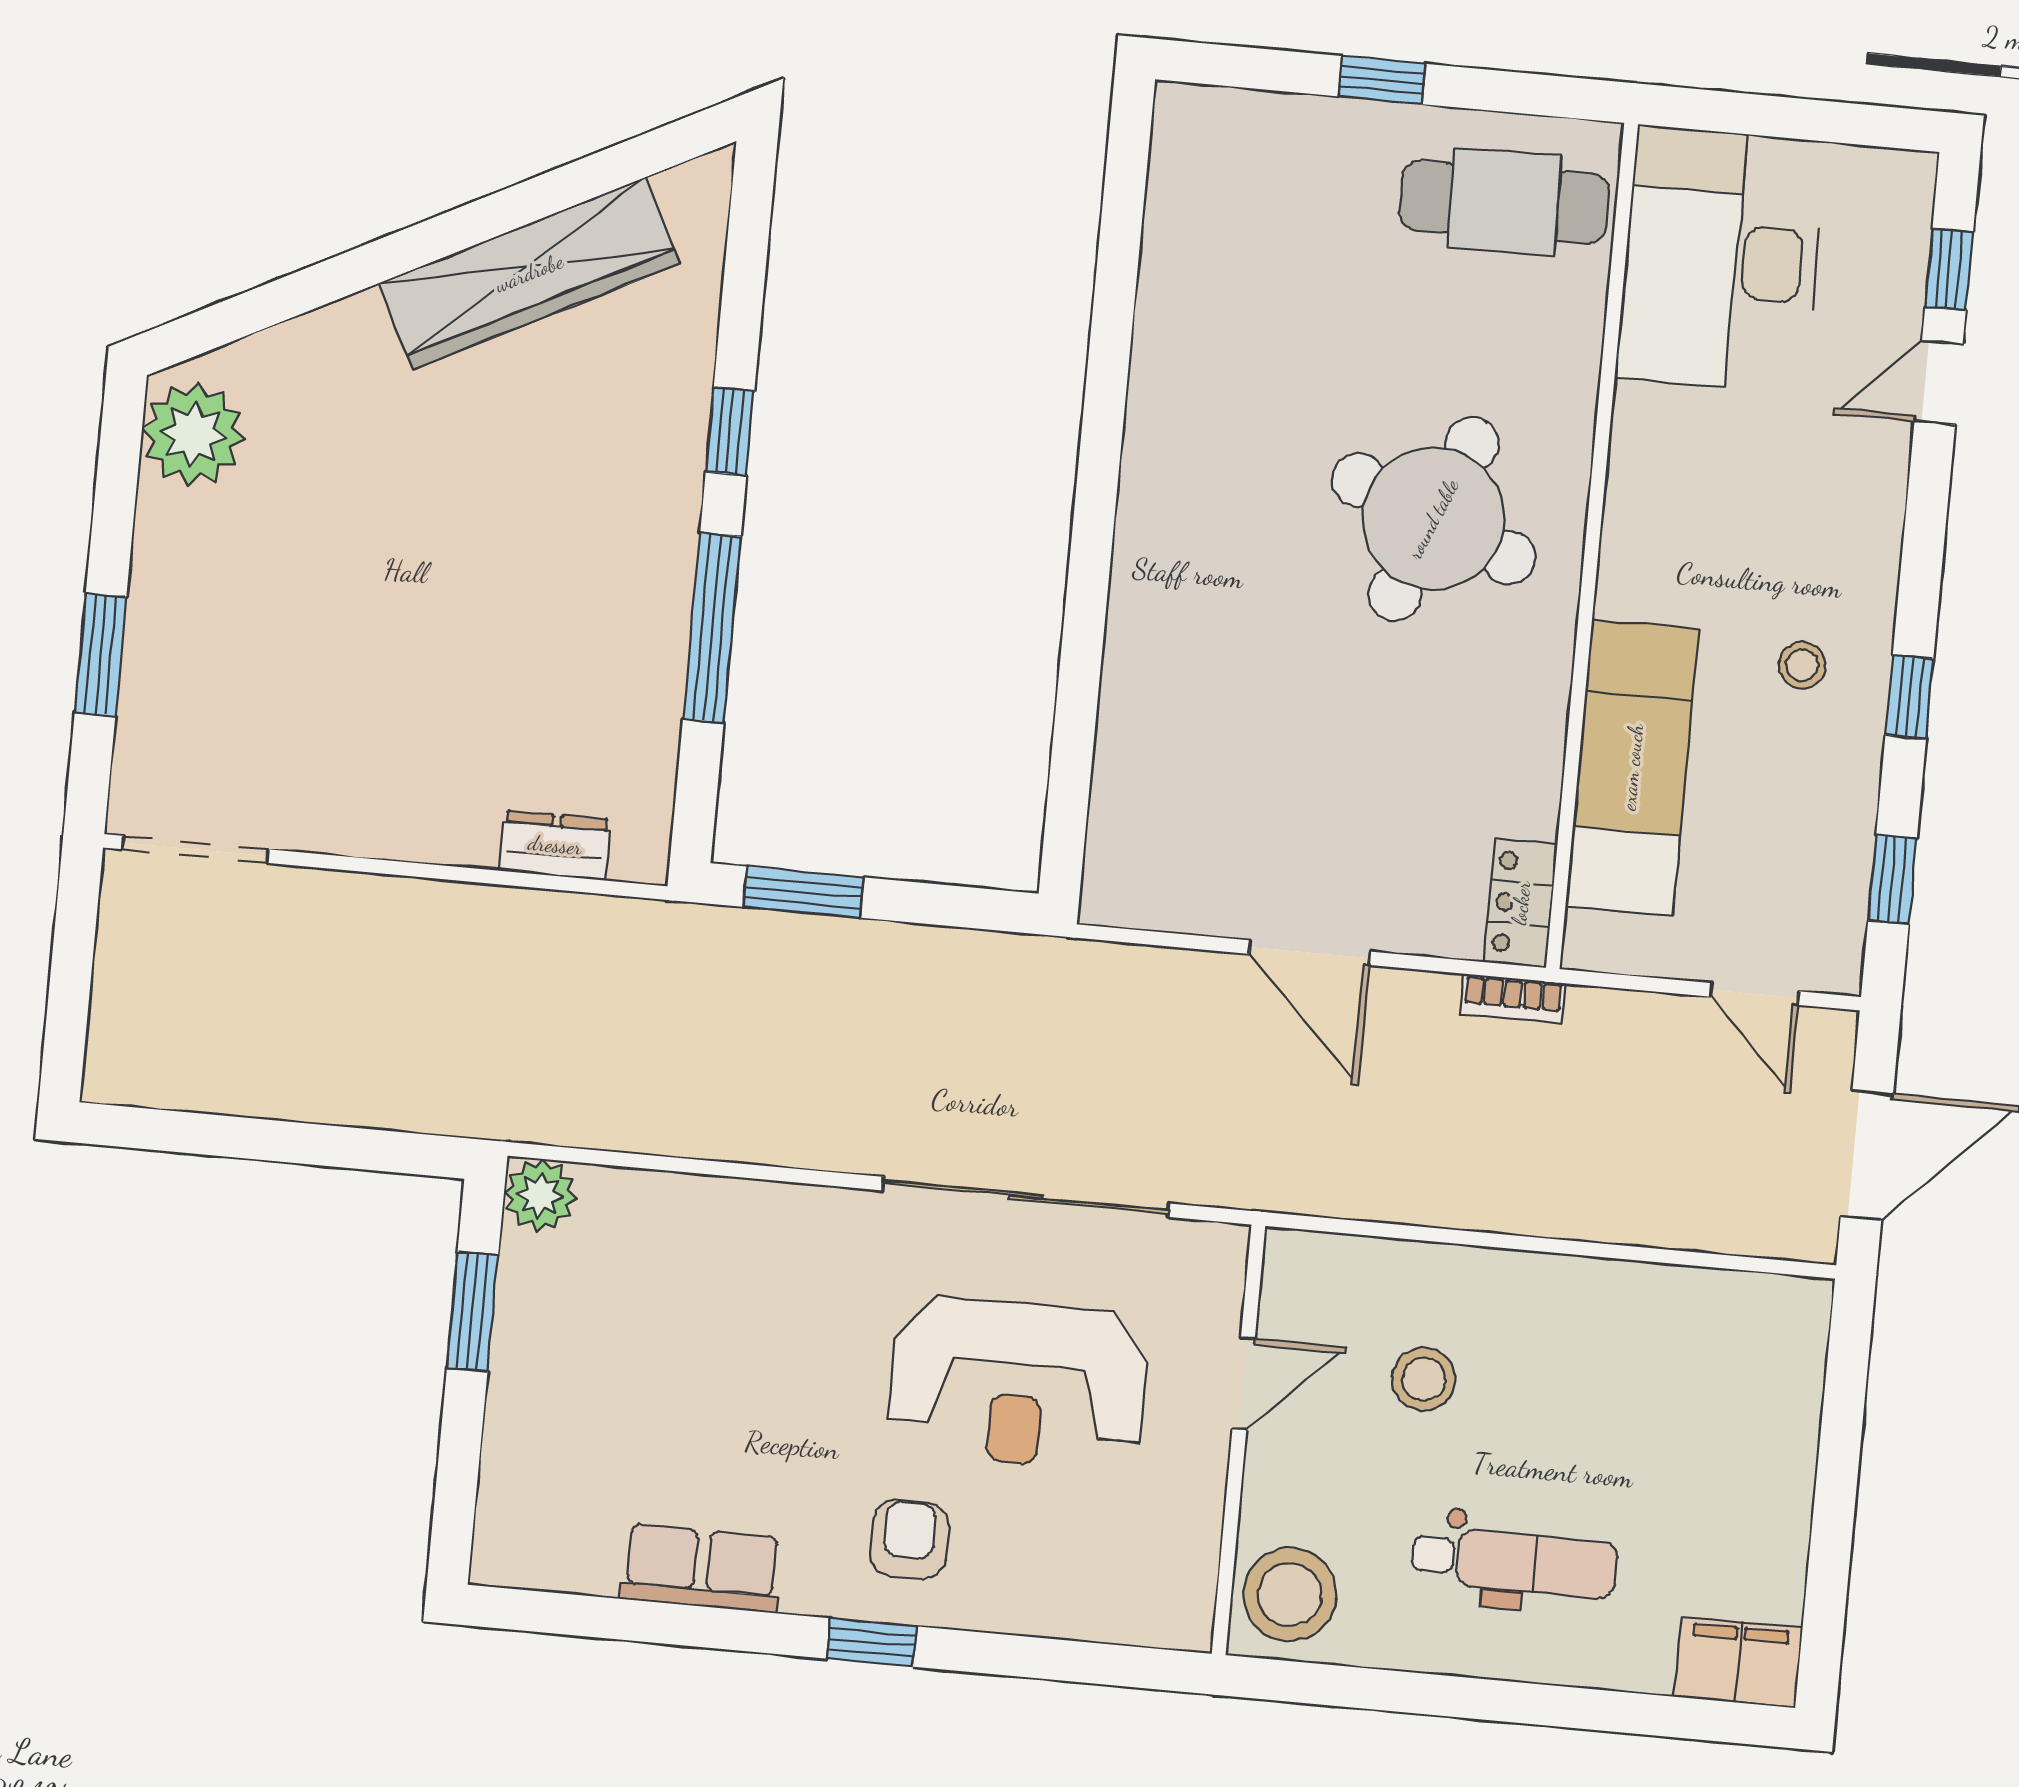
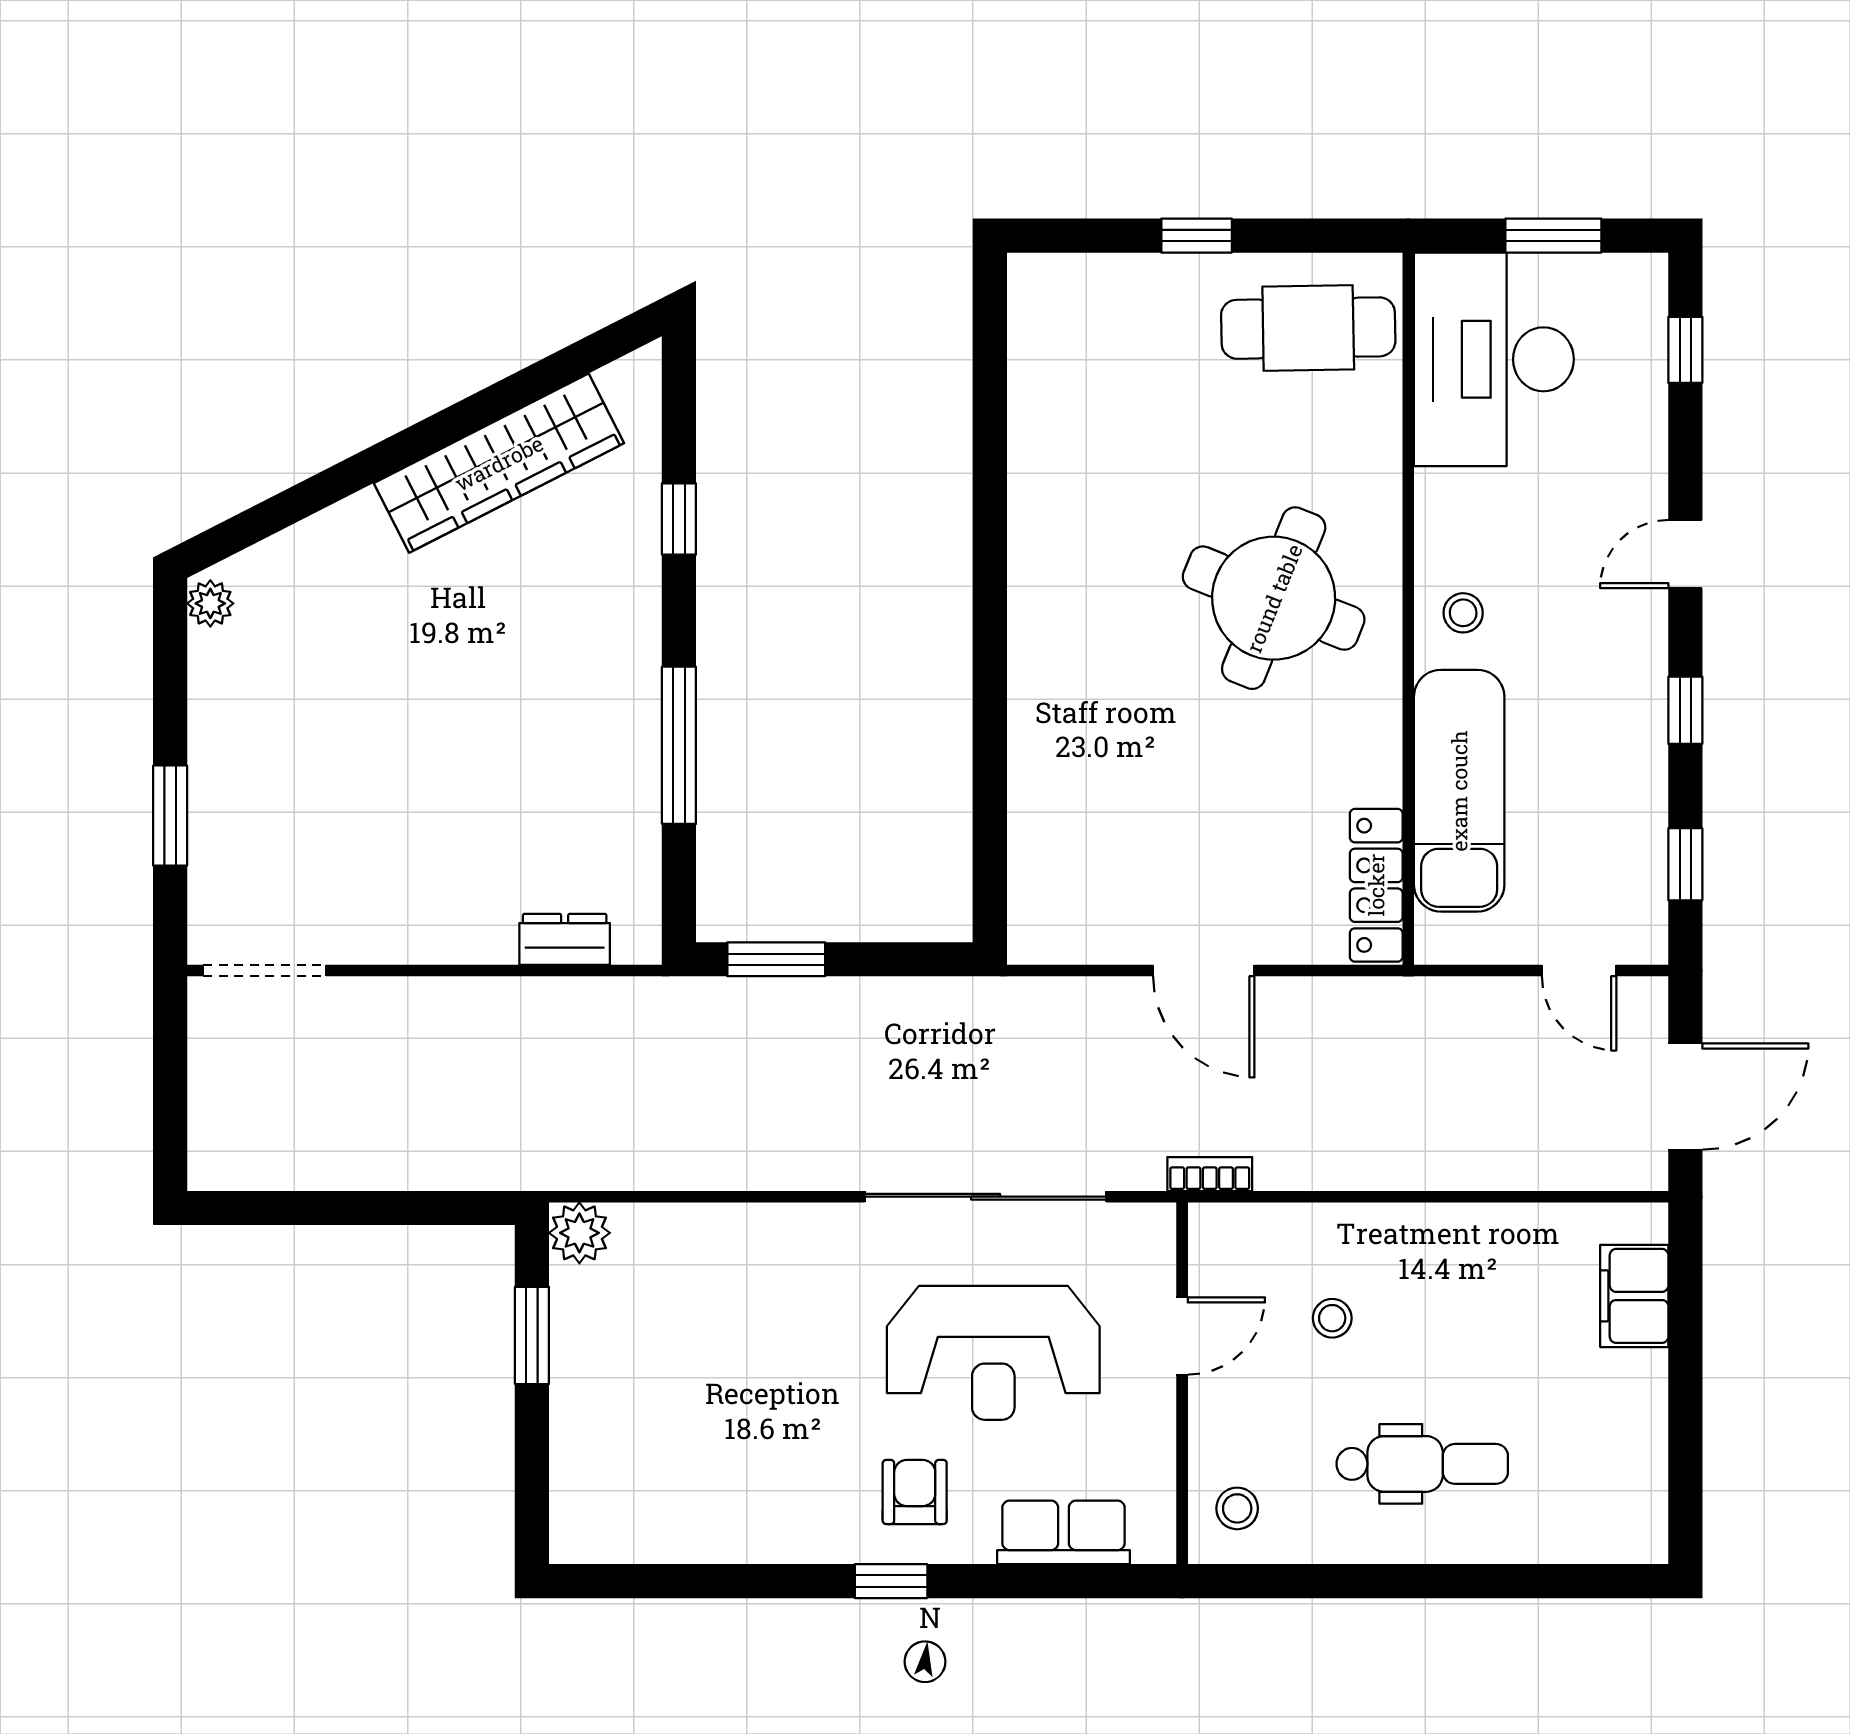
window: (1805, 119) -> (1553, 236), added
door: (1939, 383) -> (1685, 554), moved
window: (730, 431) -> (679, 519), moved
plant: (193, 434) -> (210, 603), width x0.53, depth x0.53
stool: (1802, 665) -> (1463, 613), moved
locker: (1521, 903) -> (1376, 885), width x1.53
bookcase: (1513, 999) -> (1210, 1174), moved, turned 180
stool: (1424, 1379) -> (1332, 1318), width x0.73, depth x0.73
row of seats: (701, 1568) -> (1064, 1532), moved
stool: (1290, 1594) -> (1237, 1508), width x0.53, depth x0.53
filing cabinet: (1738, 1662) -> (1634, 1296), moved, turned -90

